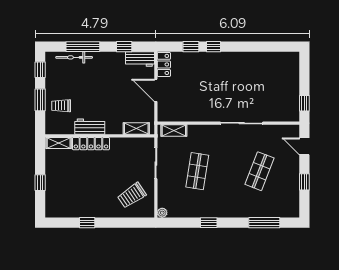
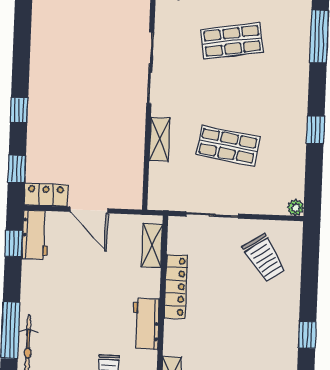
window: (124, 47) -> (14, 243), moved
window: (191, 47) -> (17, 169), moved
door: (156, 90) -> (89, 210), hinge flipped
shelving: (174, 131) -> (160, 139), moved
locker: (91, 144) -> (176, 287), moved
shop shelf: (259, 171) -> (232, 41), turned -30

